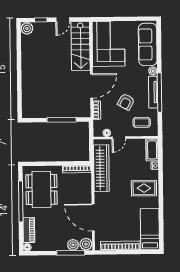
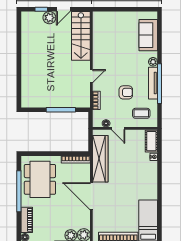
plant: (27, 28) -> (49, 18), moved
corner sofa: (108, 44) -> (109, 34), removed
sofa: (148, 44) -> (148, 35), width x0.73
door: (92, 86) -> (91, 76), width x0.53
armchair: (126, 102) -> (126, 92), turned -119
door: (119, 138) -> (118, 128), hinge flipped
rug: (144, 188) -> (143, 179), removed
door: (93, 218) -> (91, 196), moved

